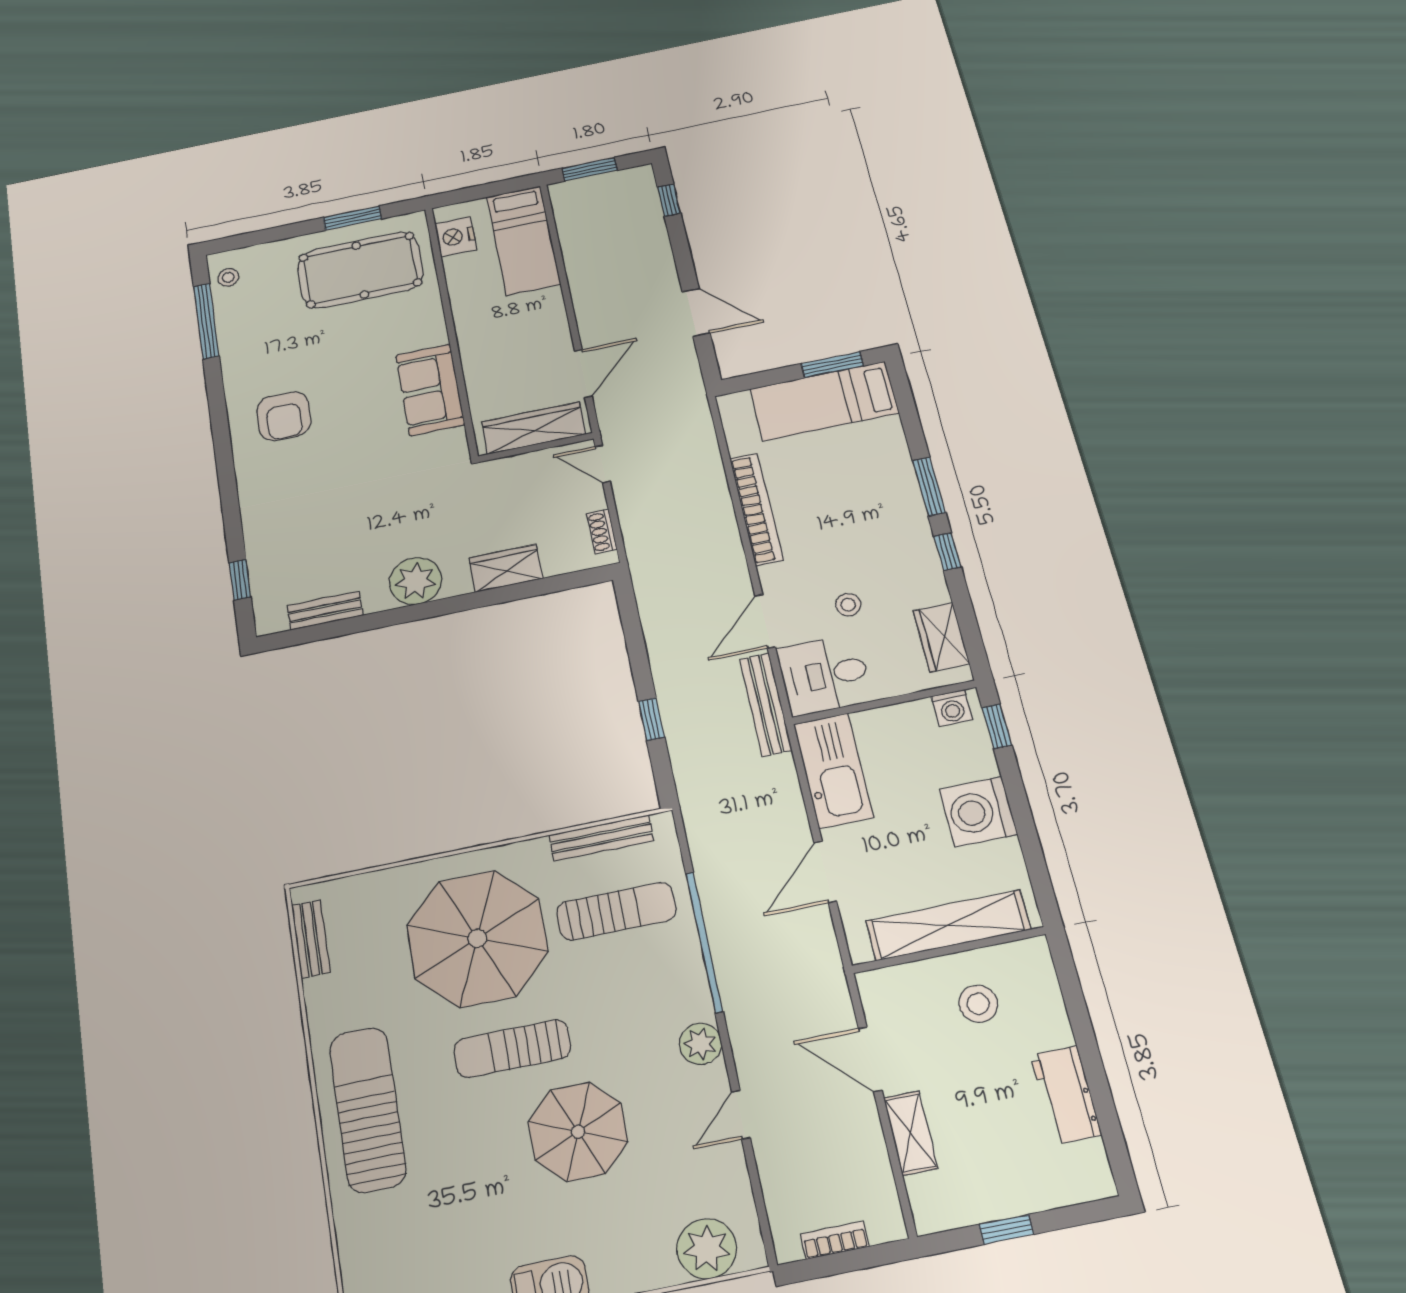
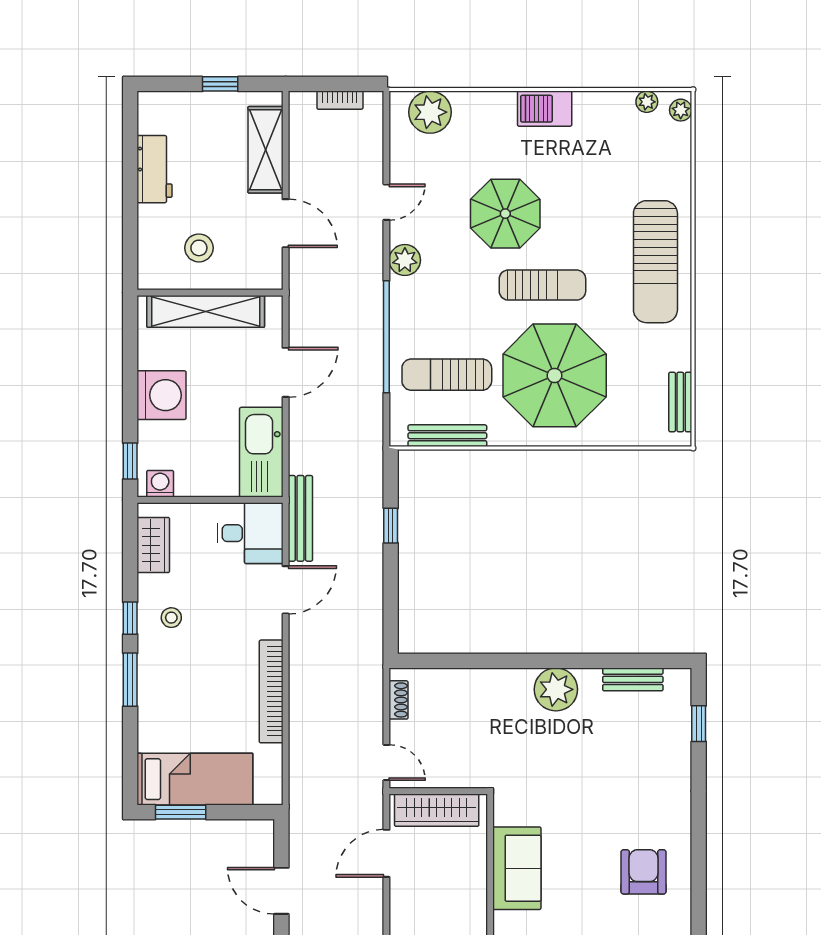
wardrobe: (506, 568) -> (481, 684), removed
stool: (848, 605) -> (171, 618), moved
shelving: (911, 1133) -> (265, 150), width x1.50, depth x1.33

